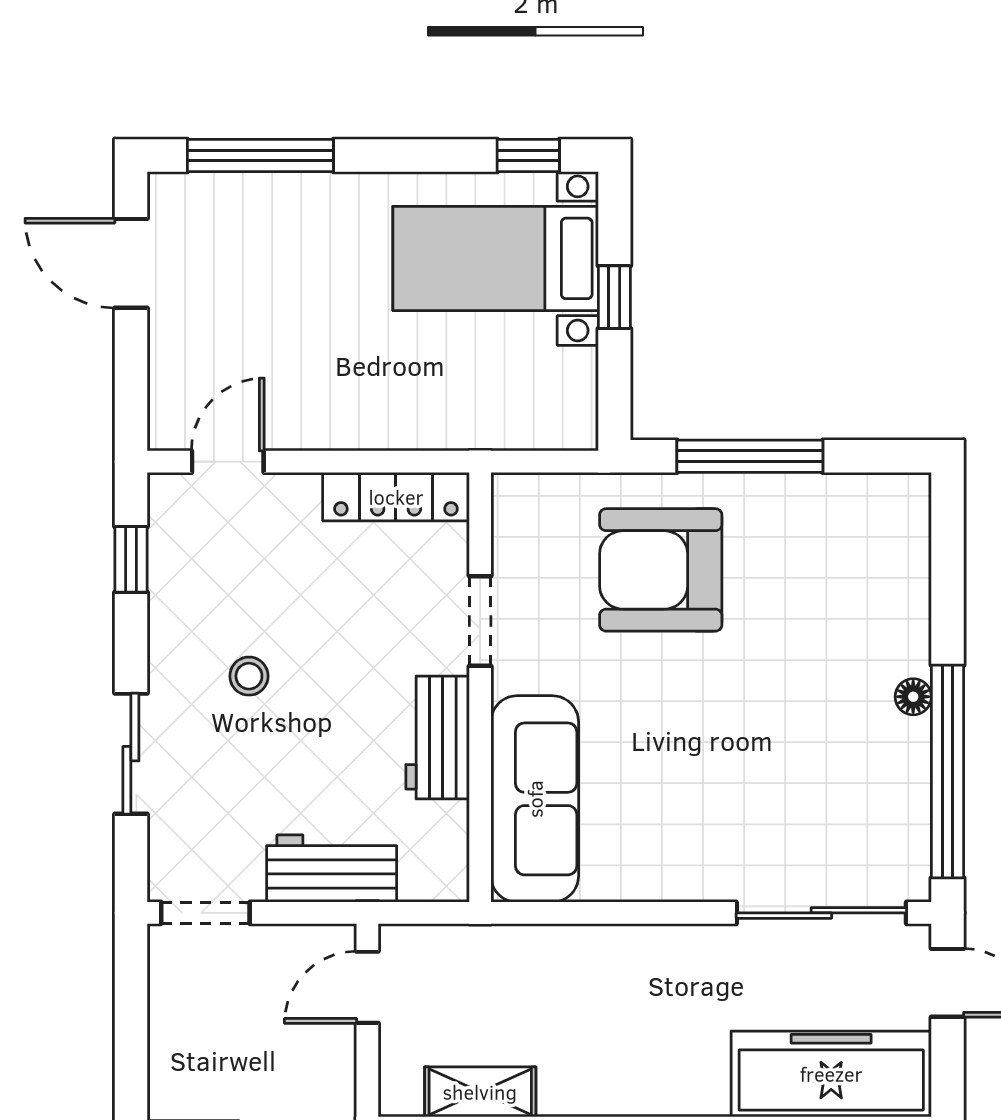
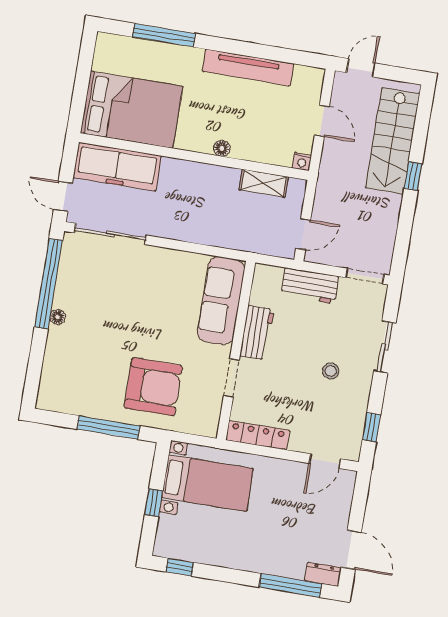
dresser: (188, 195) -> (323, 574), added
bed with nightstands: (496, 258) -> (207, 483), moved

